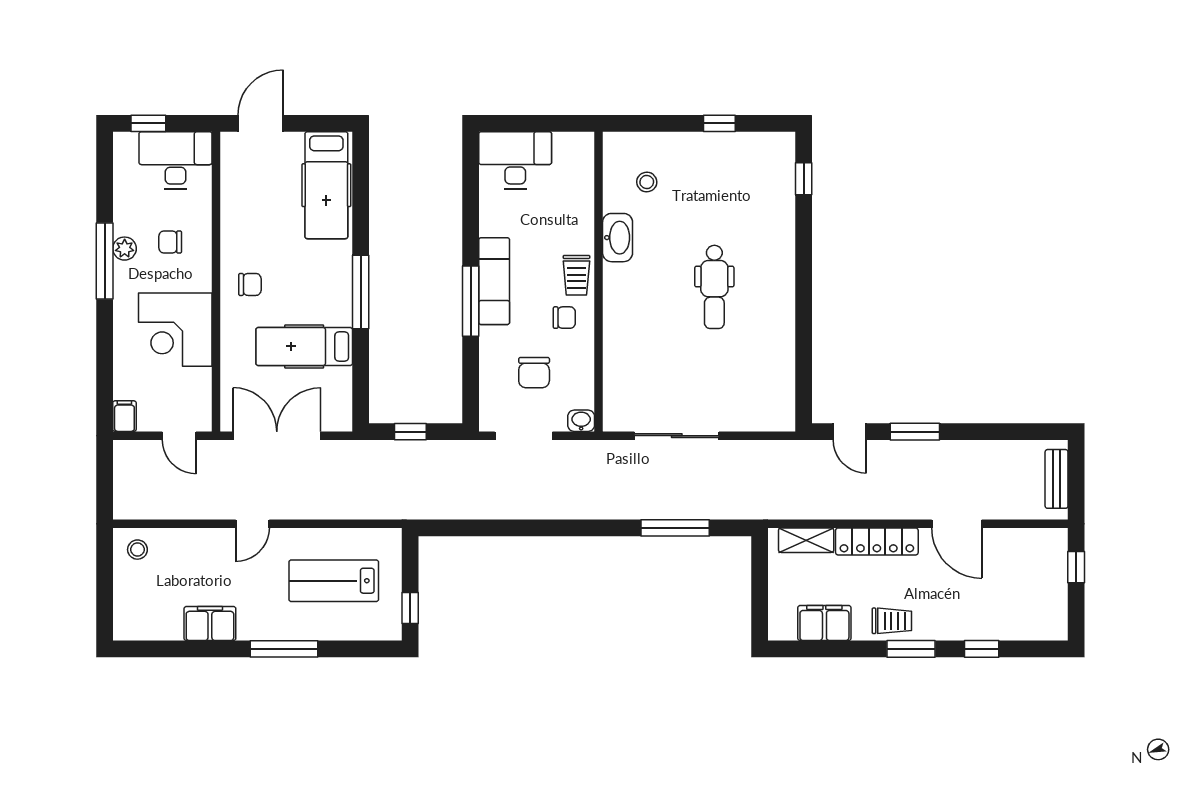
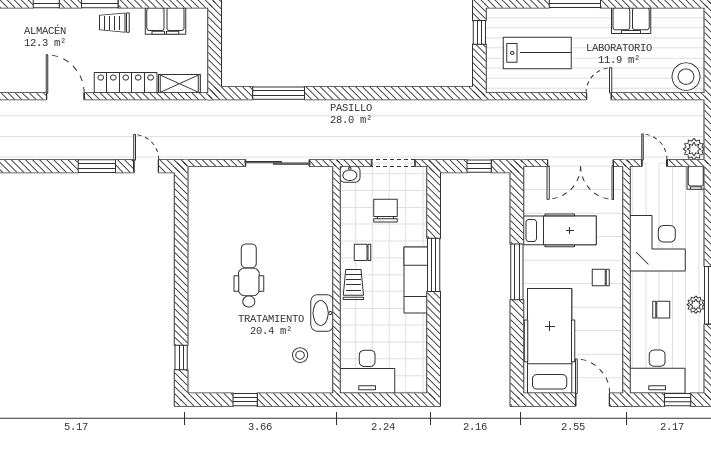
door: (261, 123) -> (593, 400), swing flipped
desk: (515, 160) -> (367, 372), moved
hospital bed: (326, 185) -> (550, 341), width x1.37, depth x1.29
plant: (127, 454) -> (694, 149), added
stool: (137, 550) -> (686, 77), width x1.89, depth x1.89

